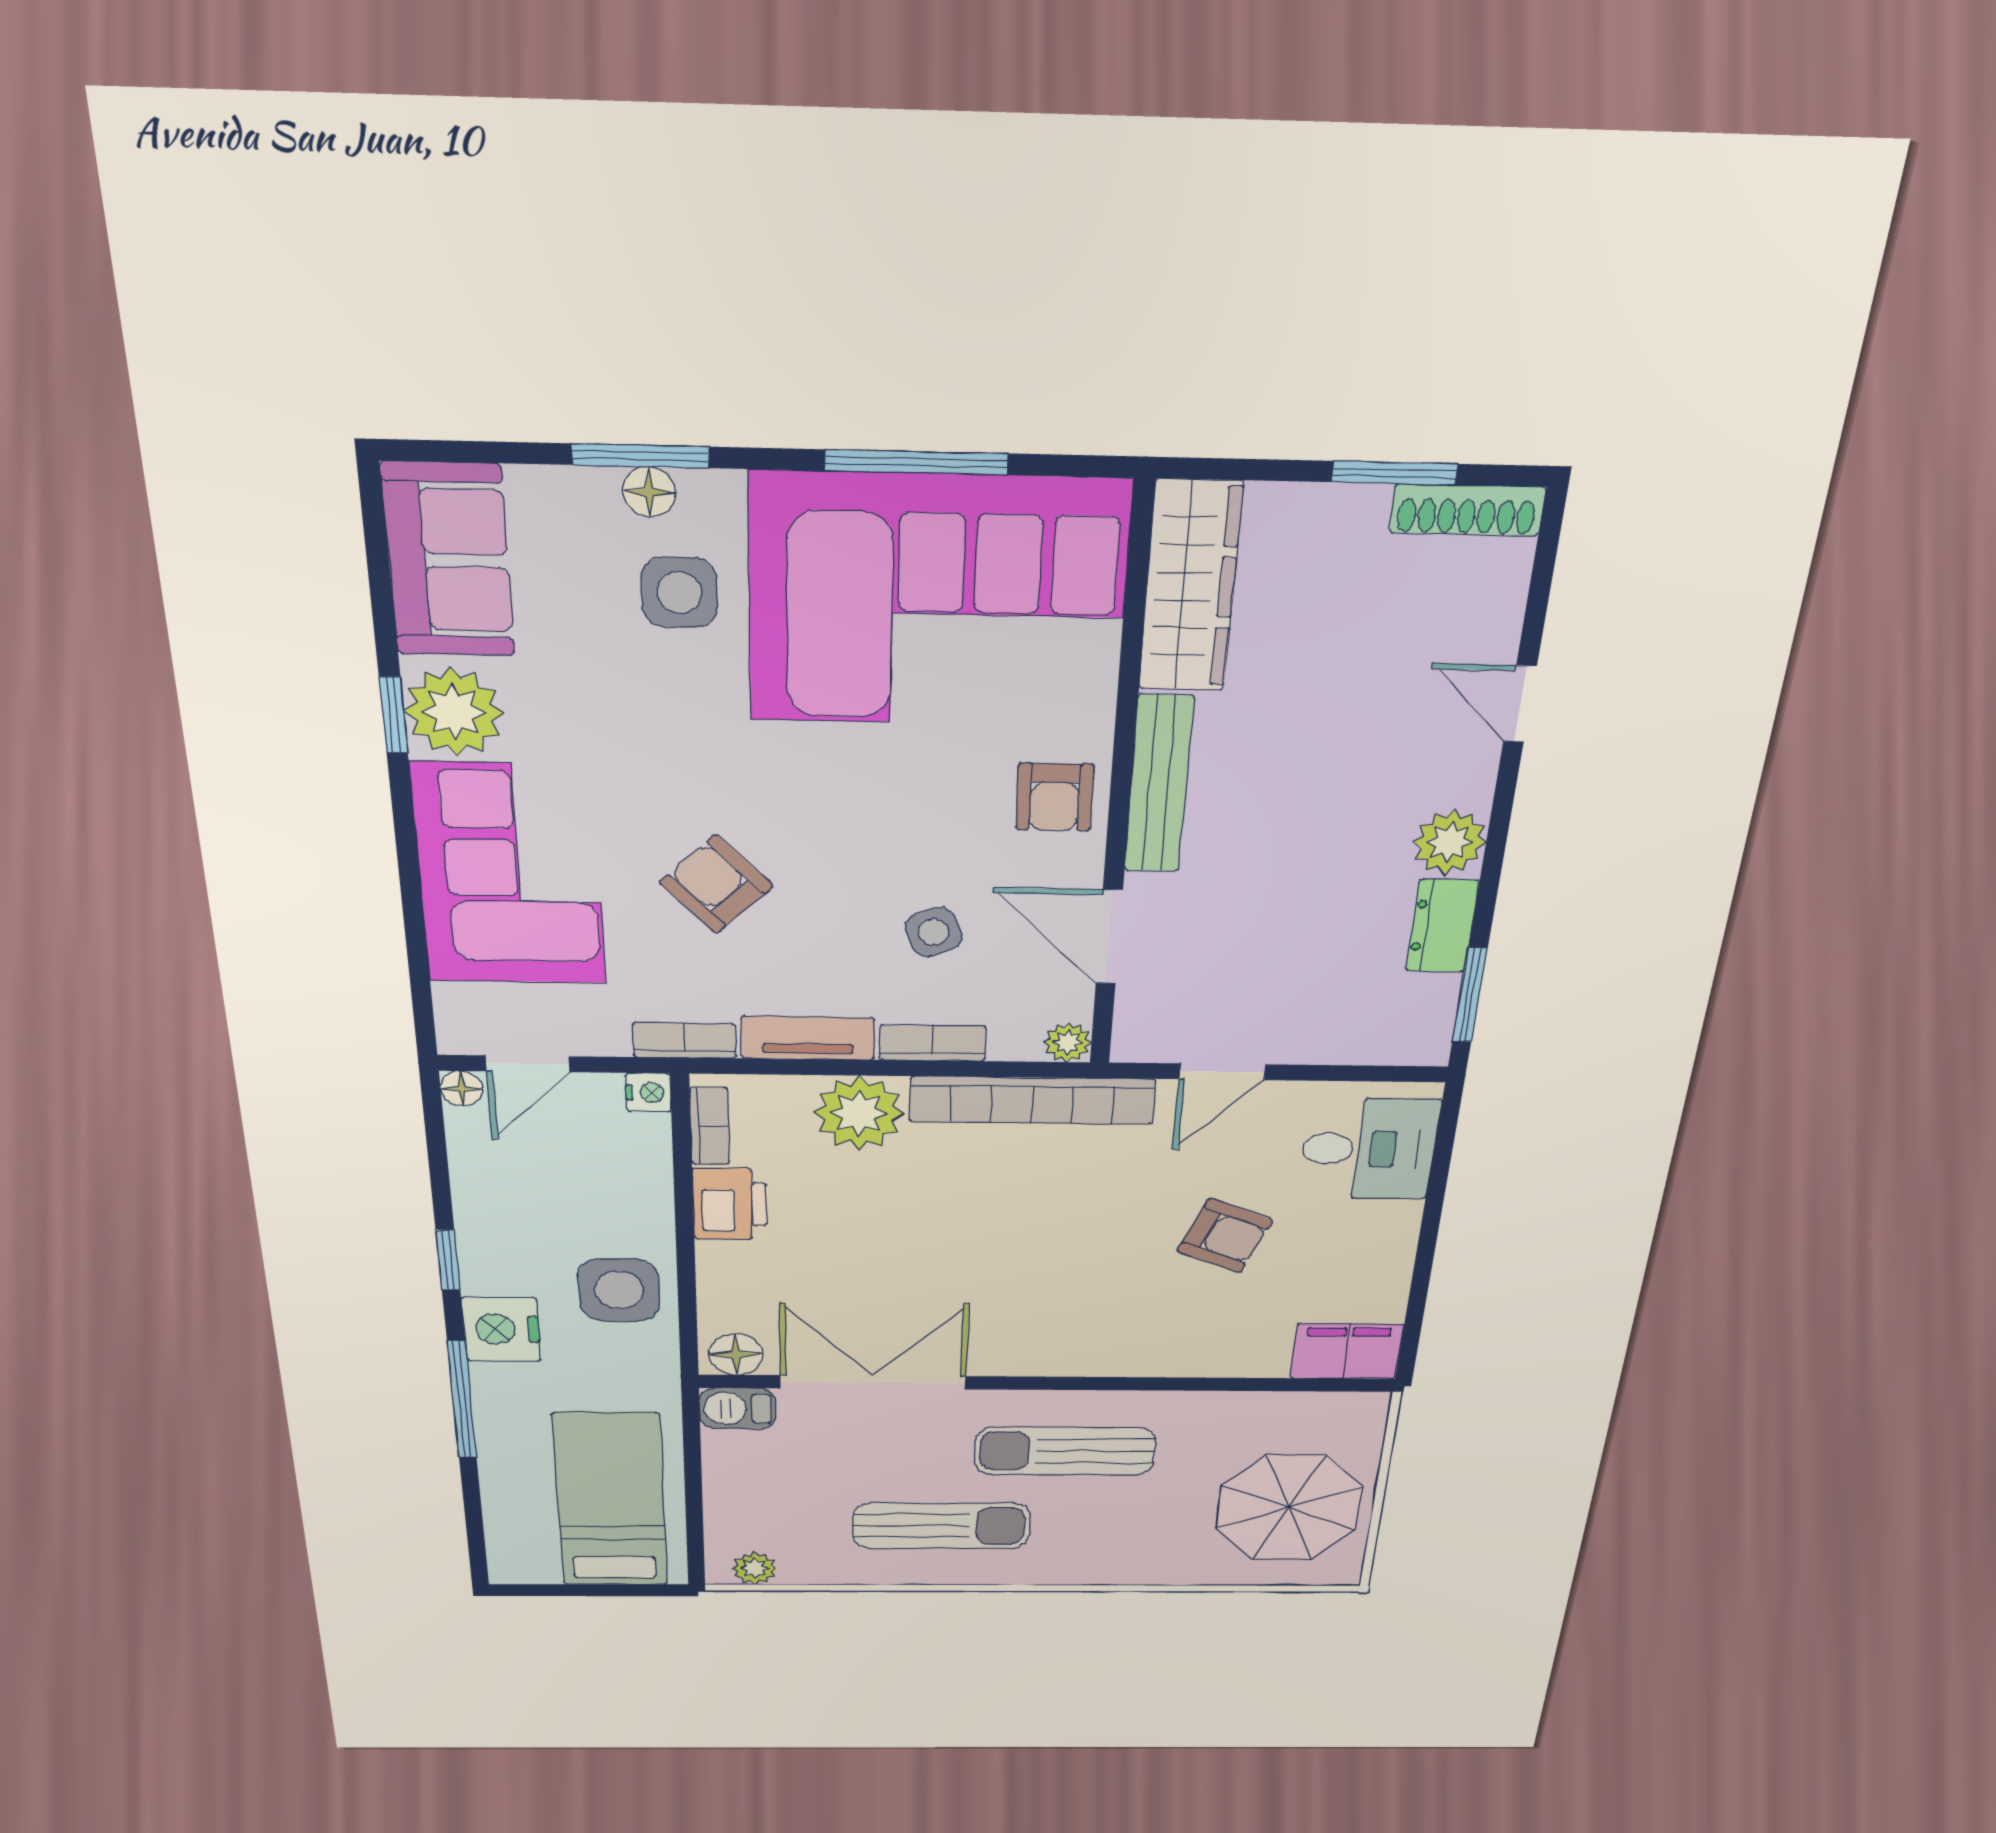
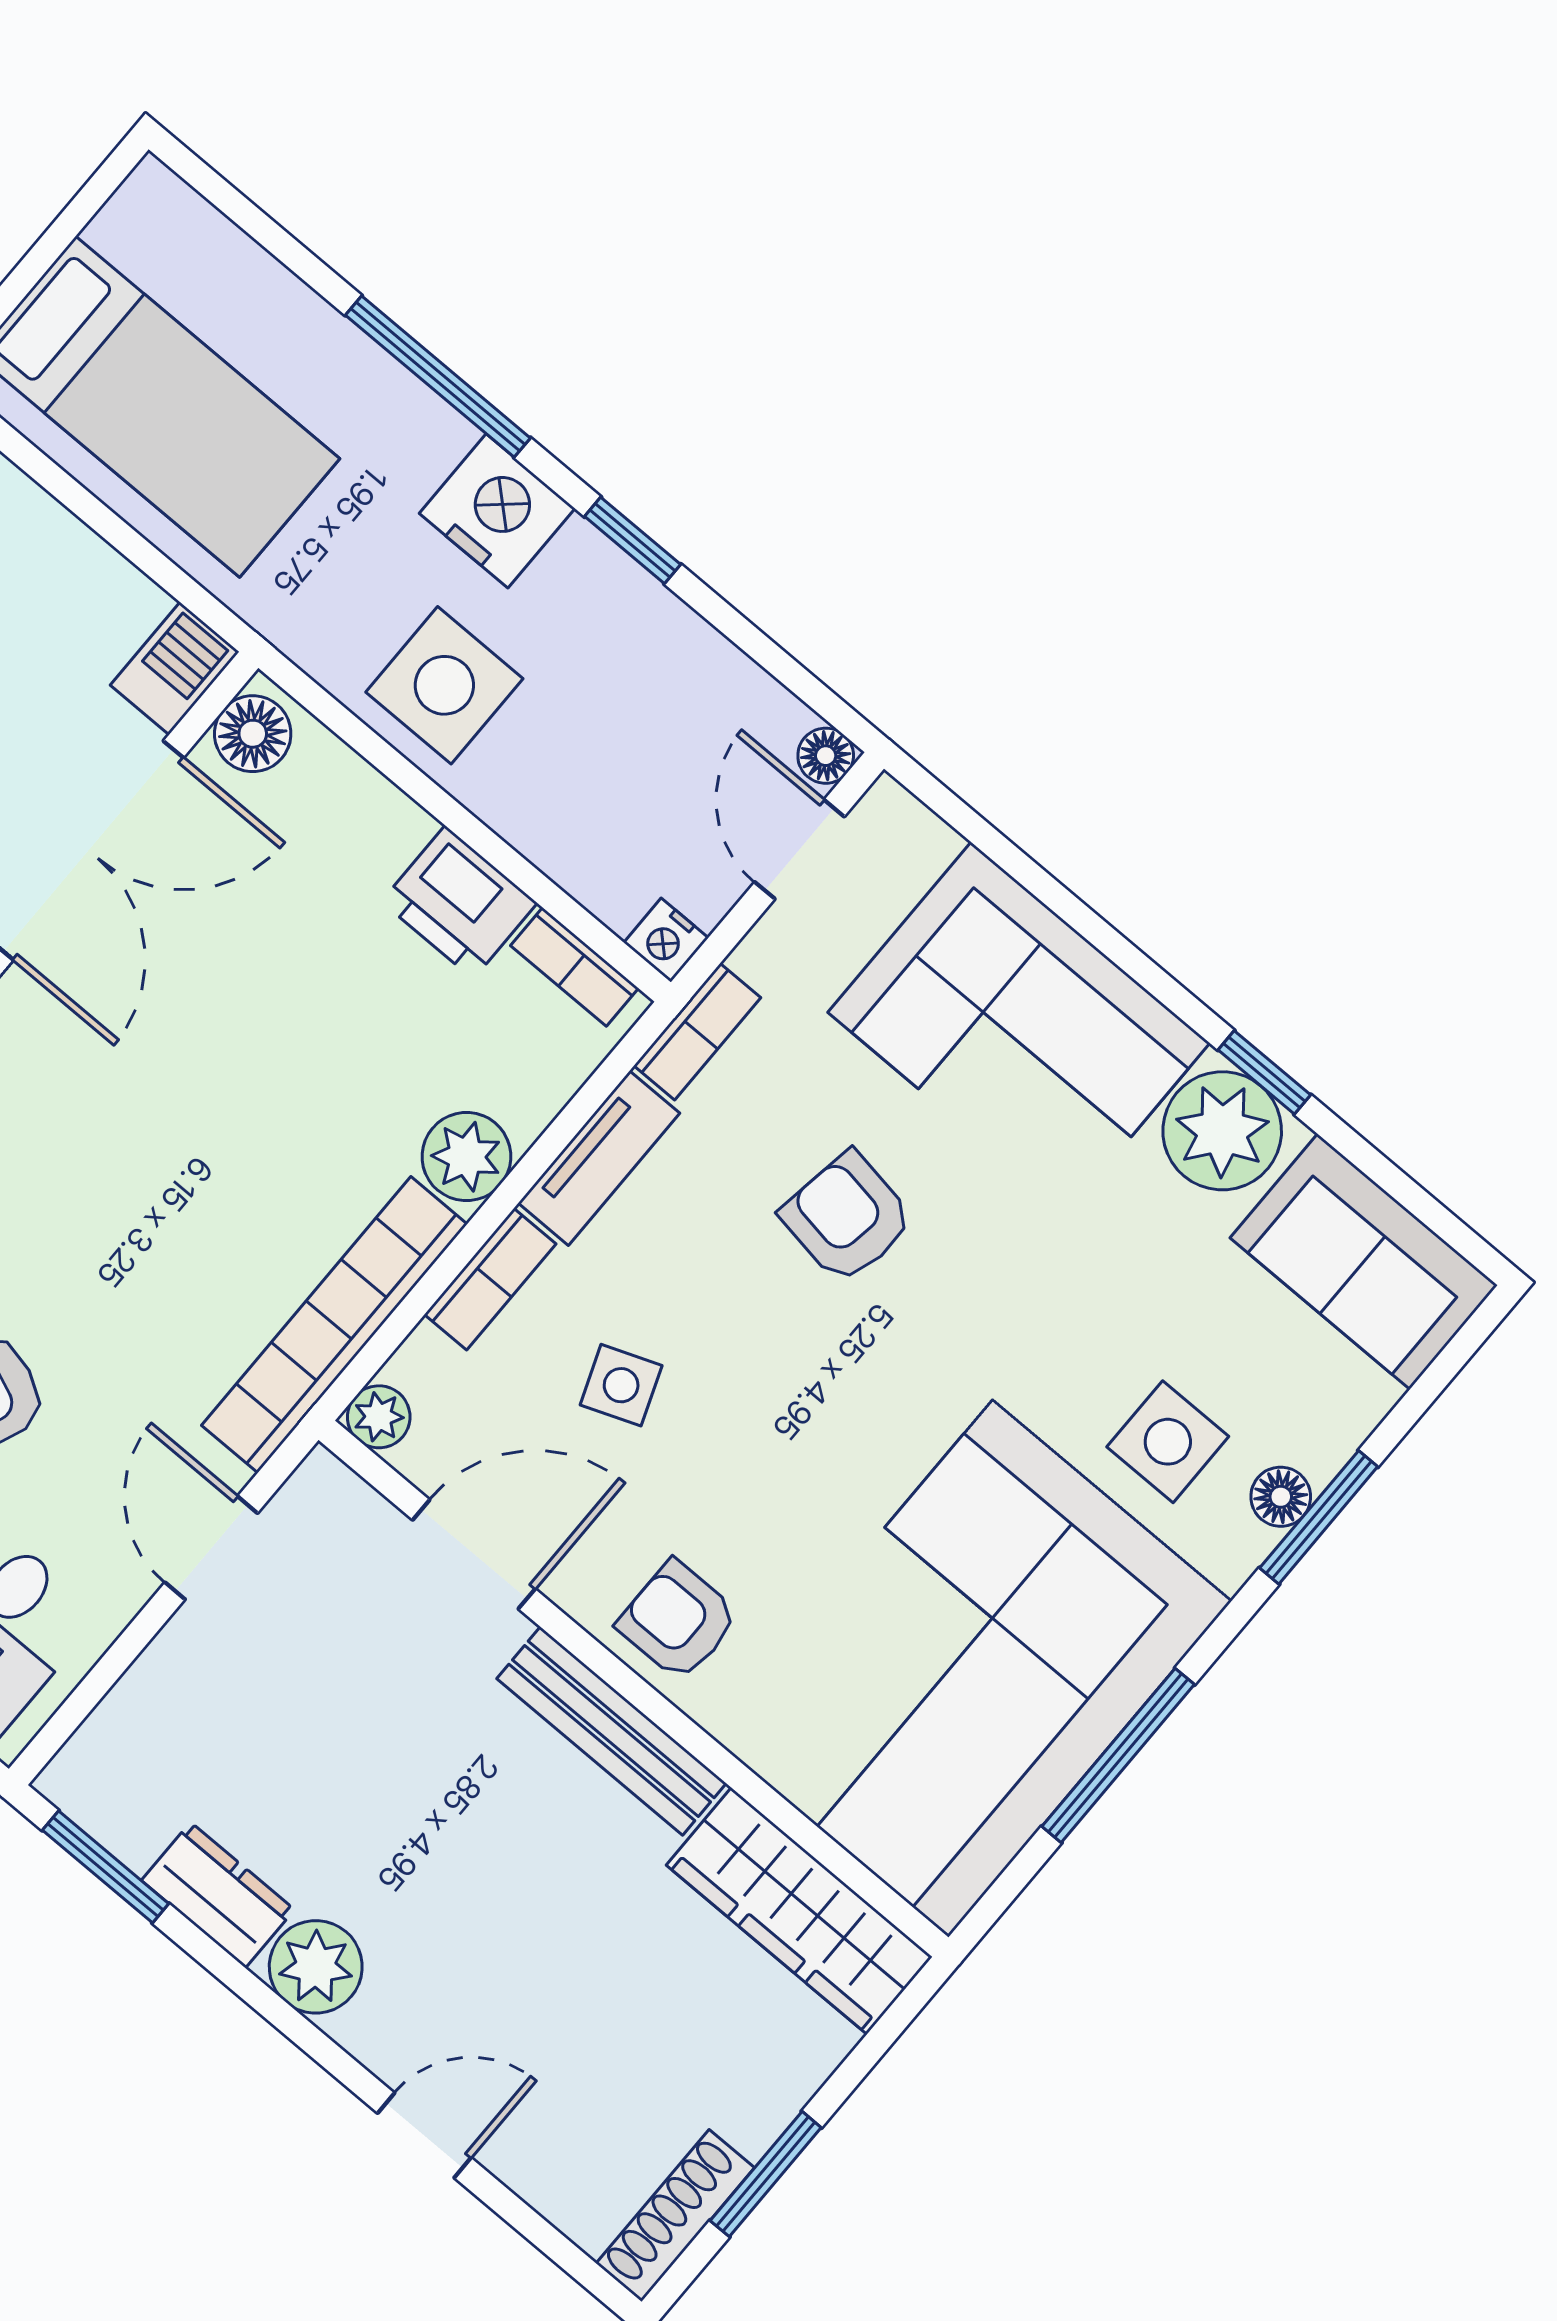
armchair: (716, 884) -> (847, 1218), turned -127
plant: (859, 1113) -> (466, 1157), width x0.73, depth x0.73

